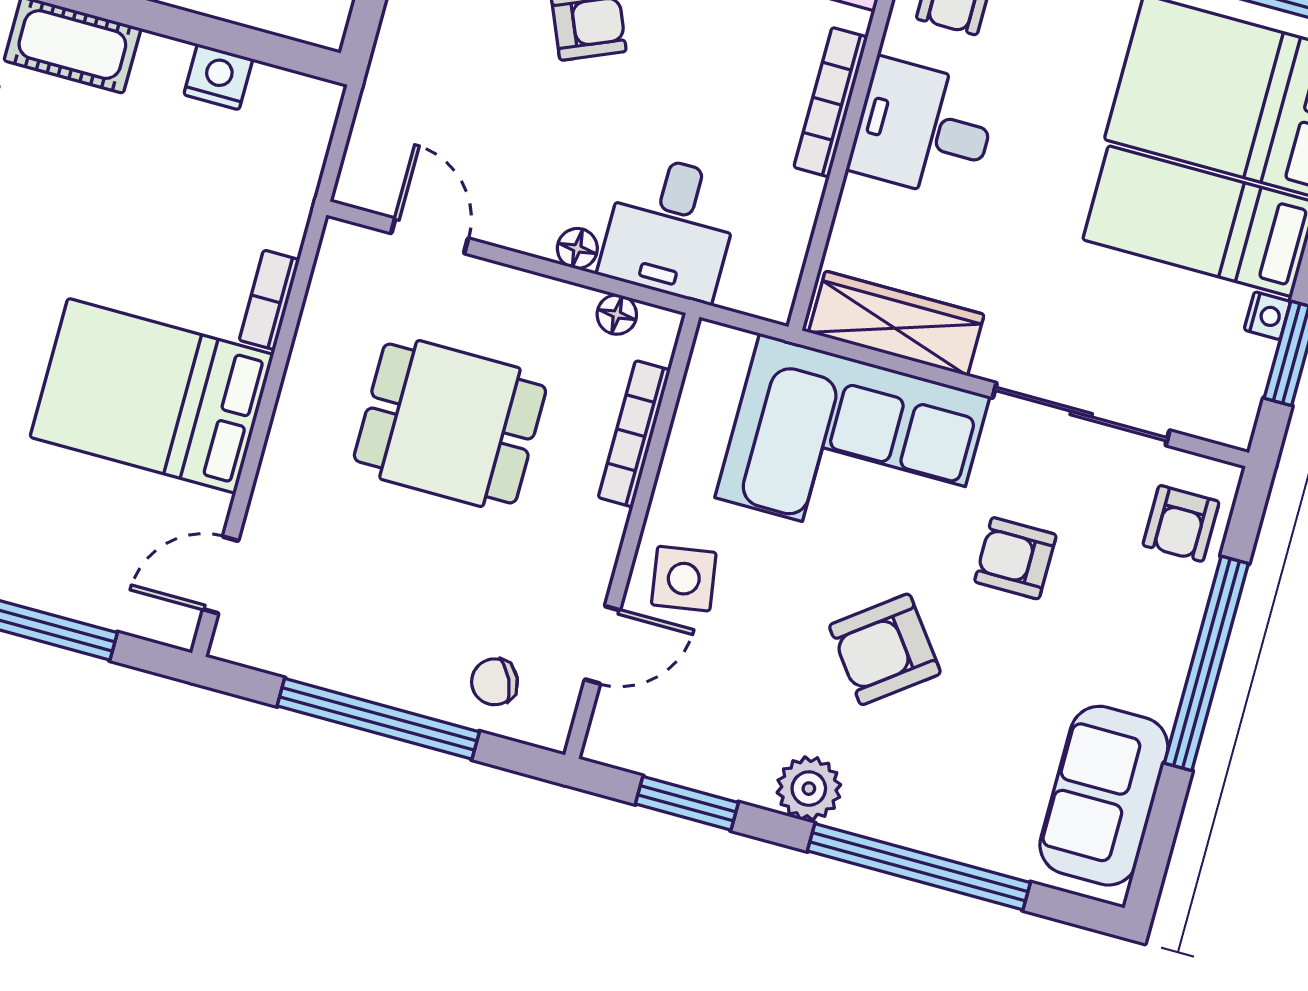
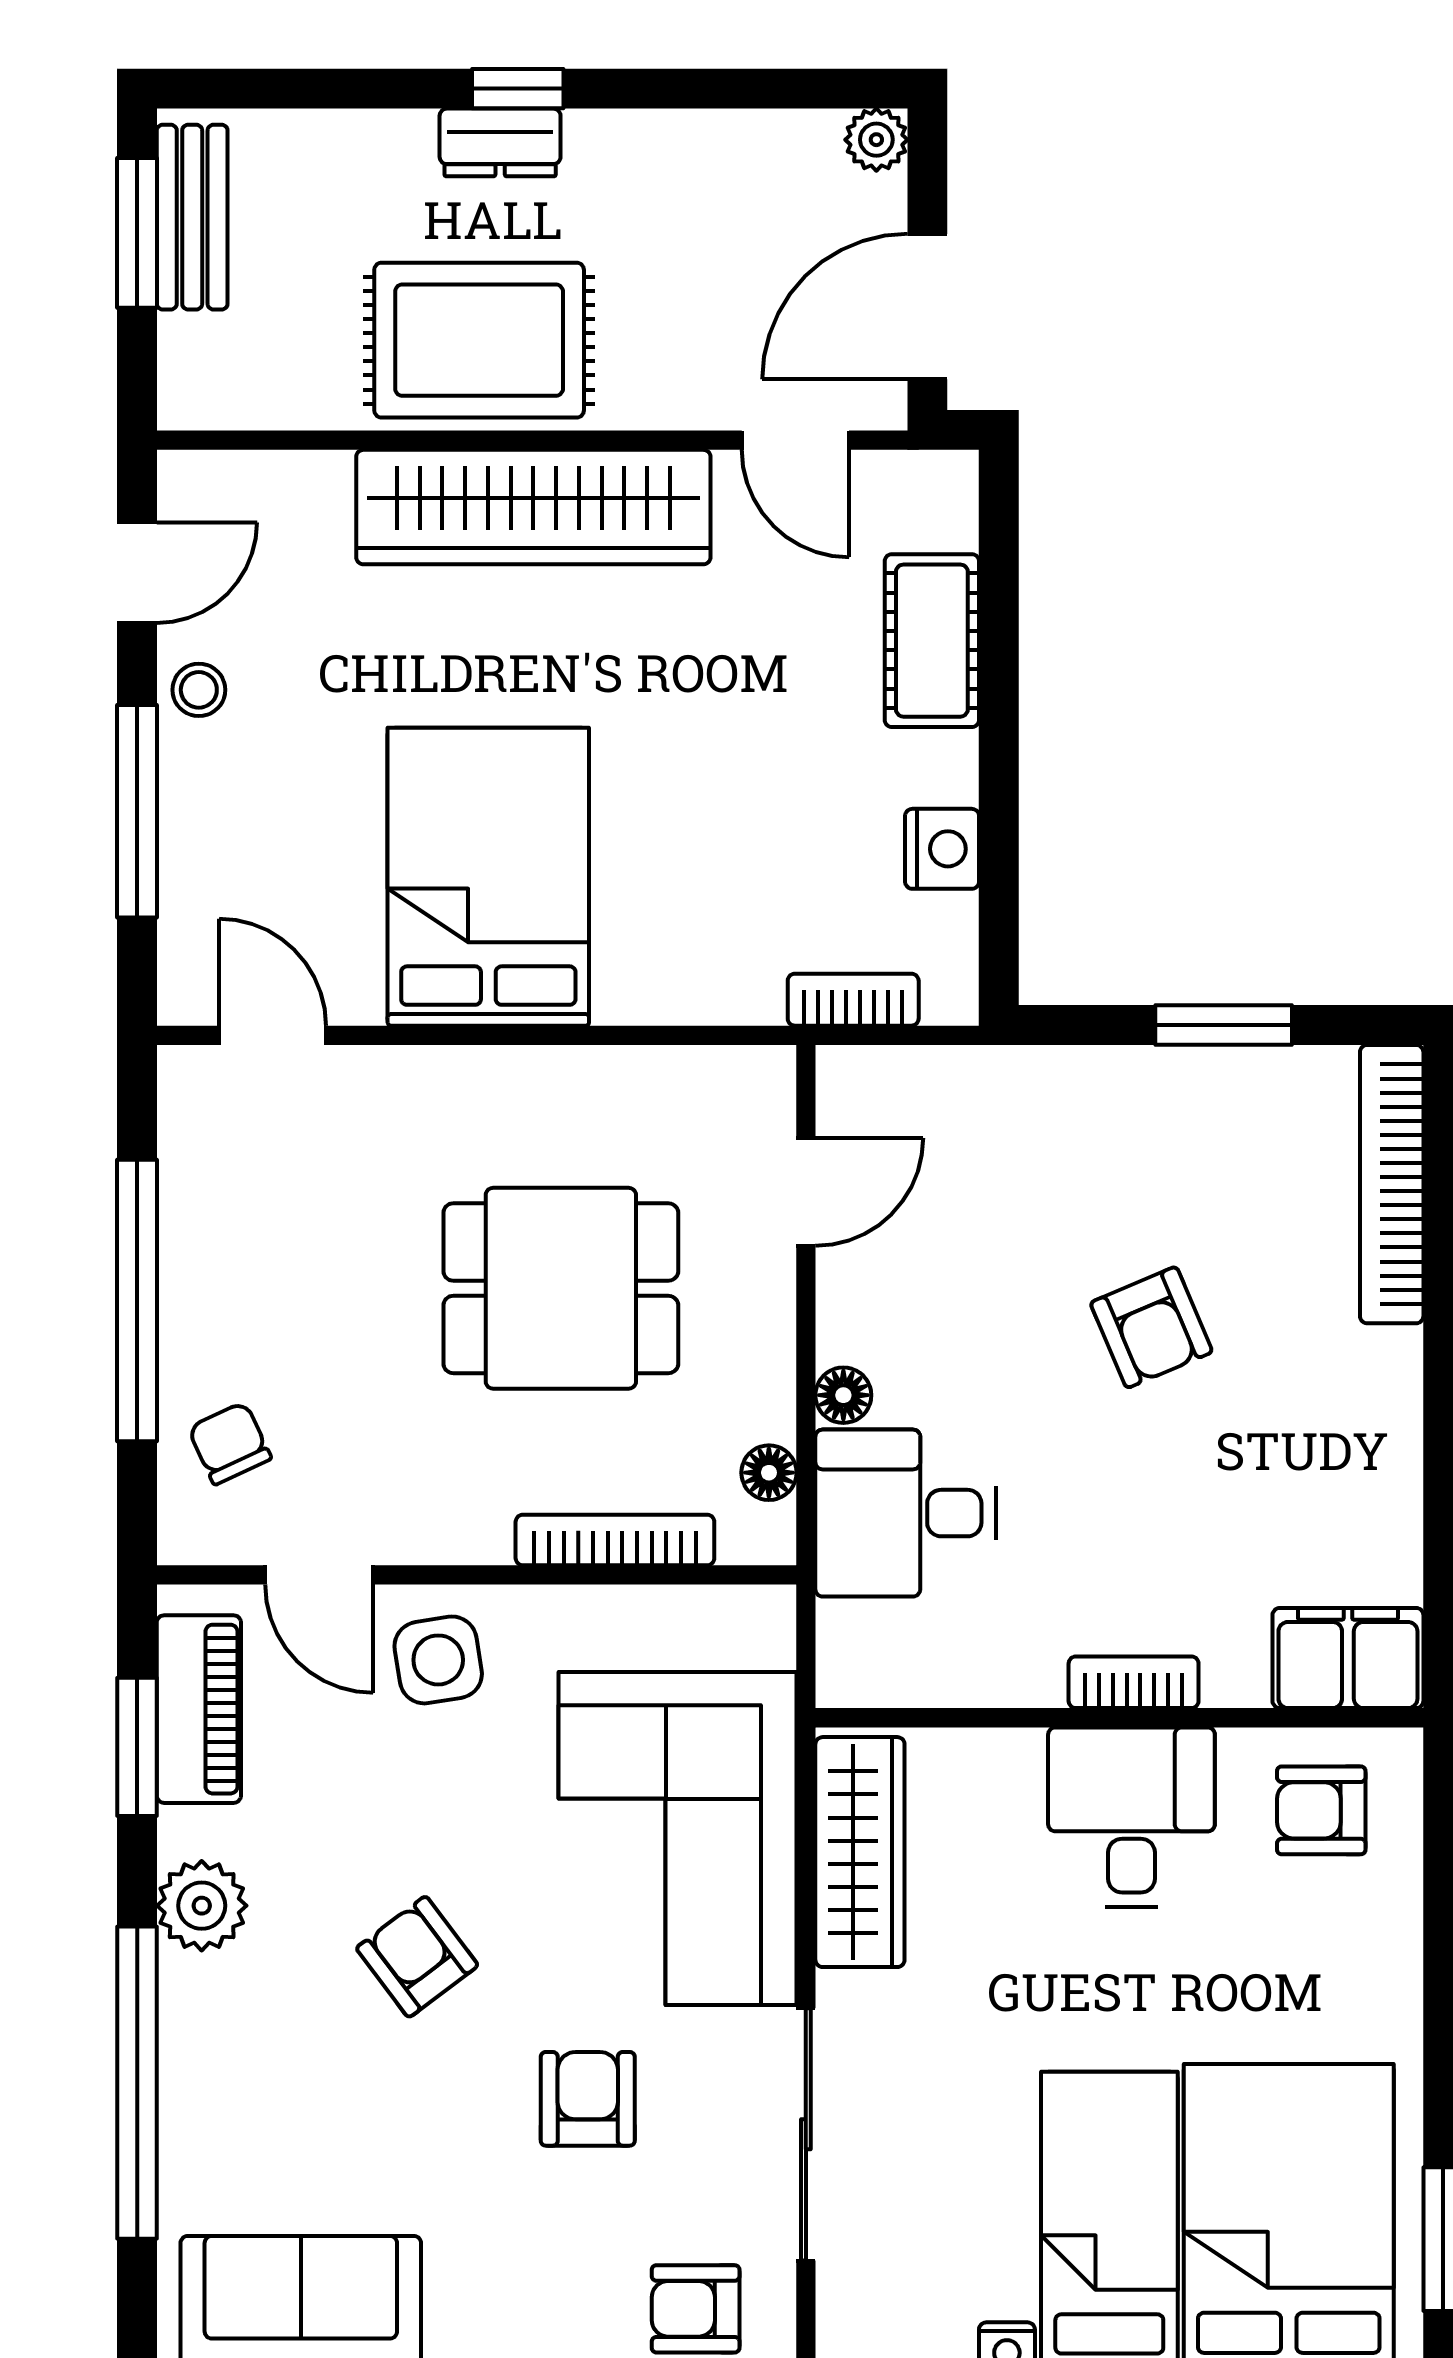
bookcase: (831, 102) -> (1134, 1682), width x0.64
bookcase: (269, 300) -> (853, 1000), moved
dining table: (450, 424) -> (561, 1288), turned 90
armchair: (885, 649) -> (417, 1957), width x0.72, depth x0.72
piano: (672, 753) -> (199, 1709), added

